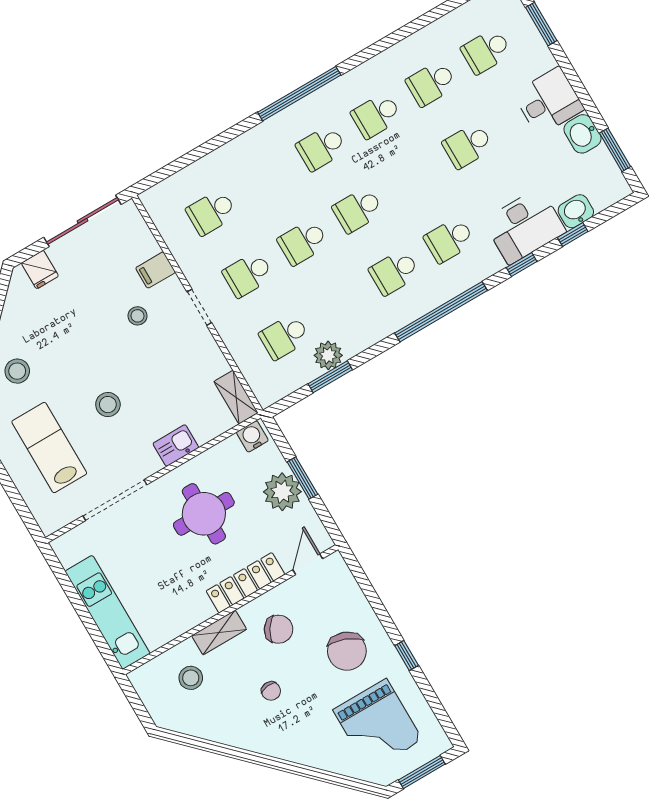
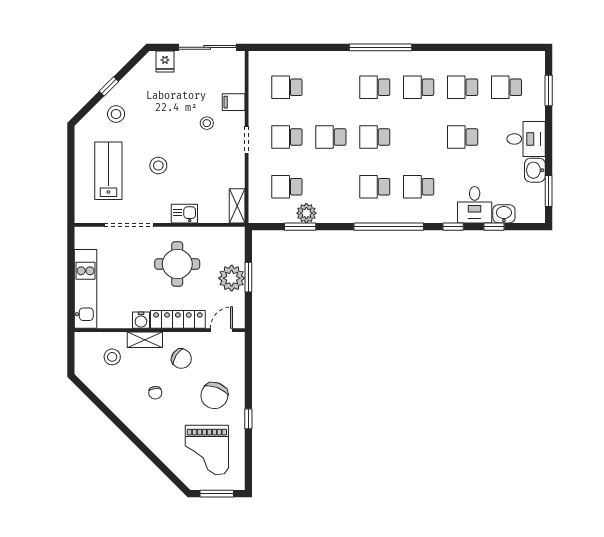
desk: (525, 226) -> (475, 205), width x0.73
water cooler: (252, 436) -> (141, 320), moved, turned 180

